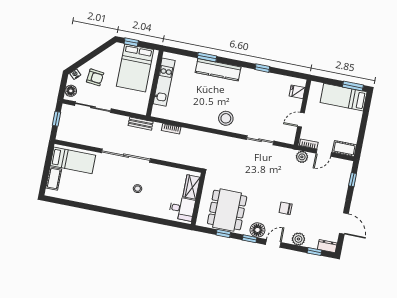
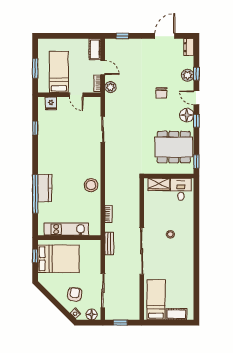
window: (131, 42) -> (35, 256), moved
window: (207, 57) -> (35, 194), width x2.11
window: (262, 68) -> (35, 128), moved
kitchen counter: (218, 70) -> (45, 188), width x0.67
window: (353, 86) -> (35, 68), moved
bed: (344, 97) -> (59, 72), moved, turned 180
stool: (226, 118) -> (91, 185), moved
window: (223, 234) -> (196, 161), moved
window: (314, 252) -> (196, 74), moved

